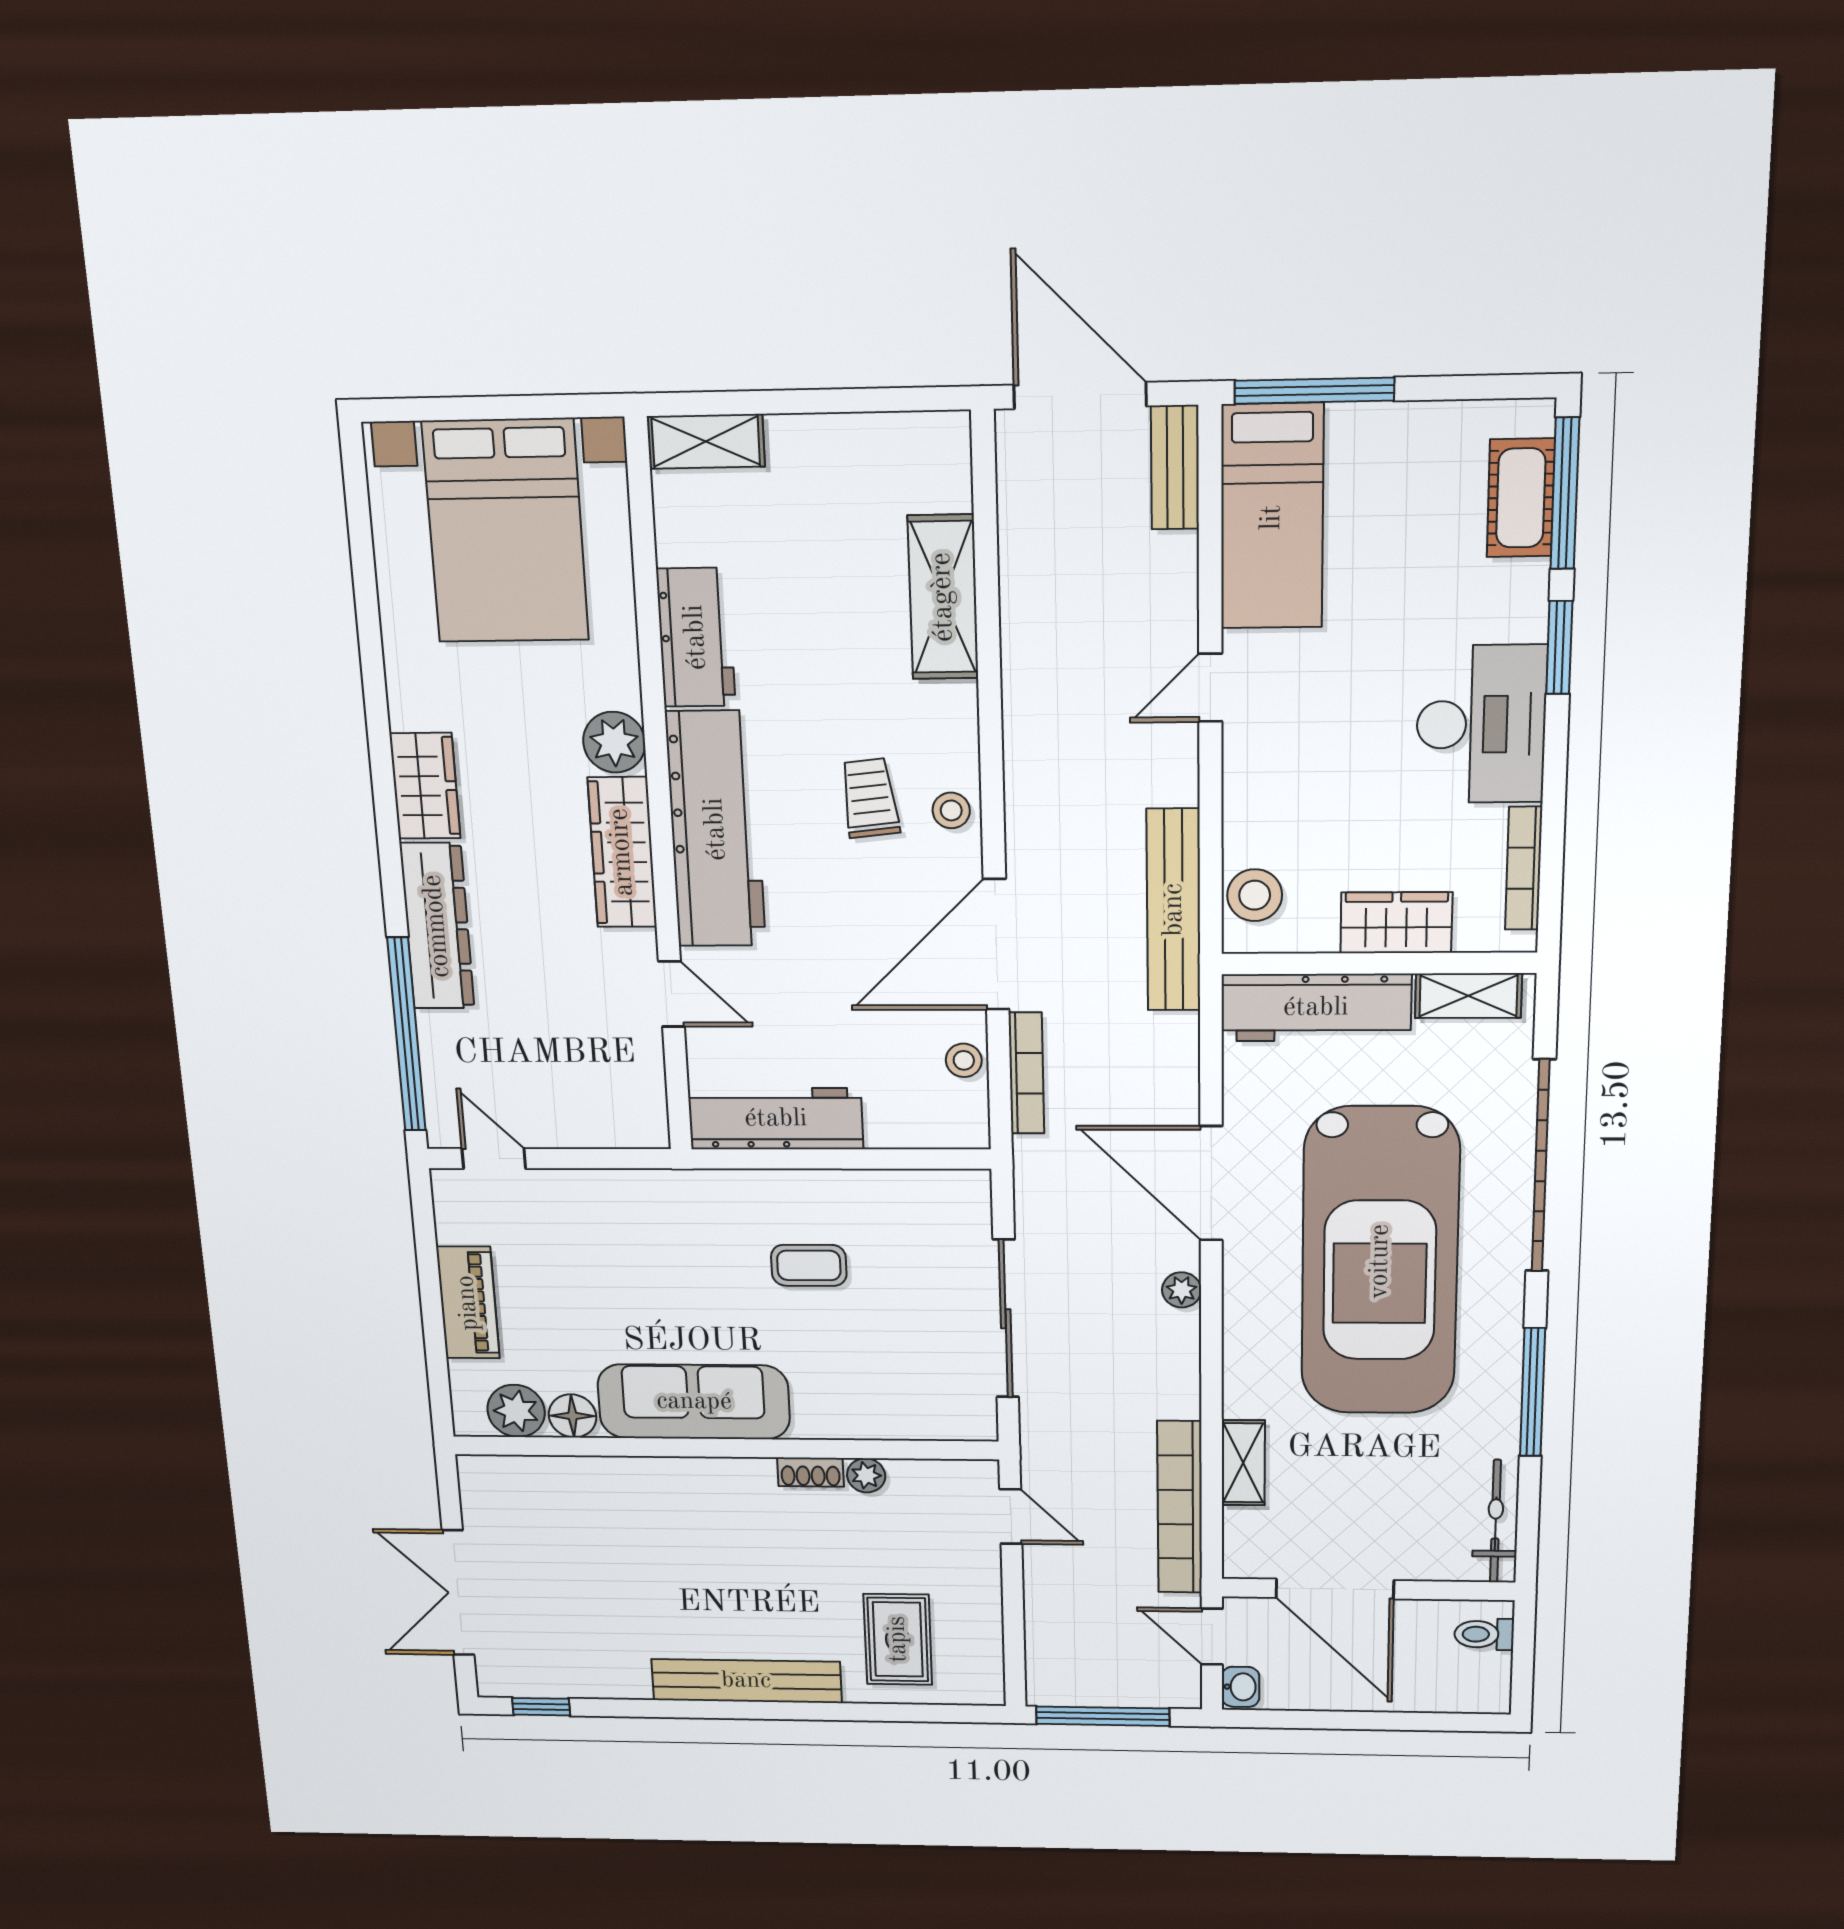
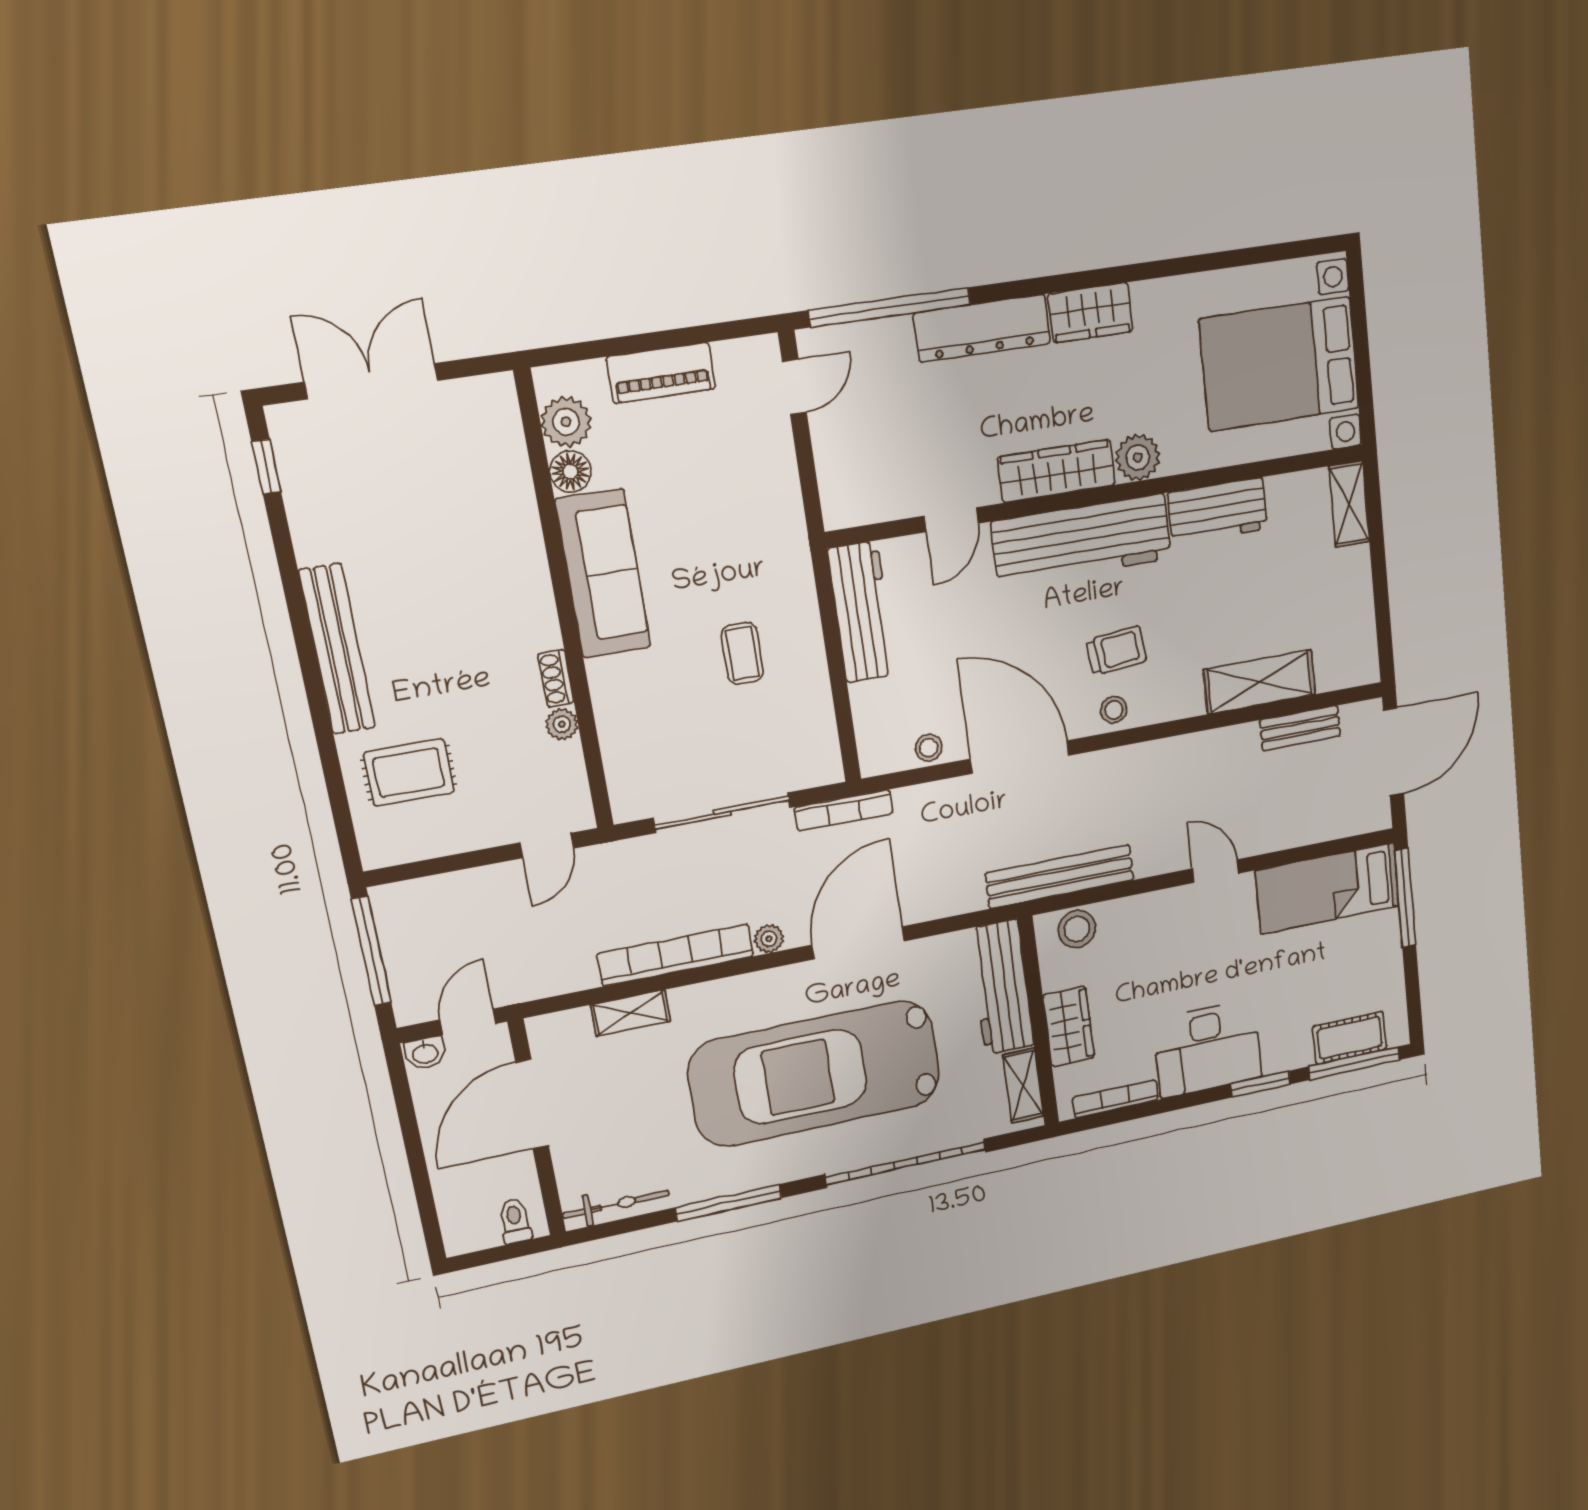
bench: (1175, 467) -> (1300, 728), moved
bookcase: (1026, 1073) -> (844, 810), moved
bookcase: (1180, 1507) -> (676, 955), moved

